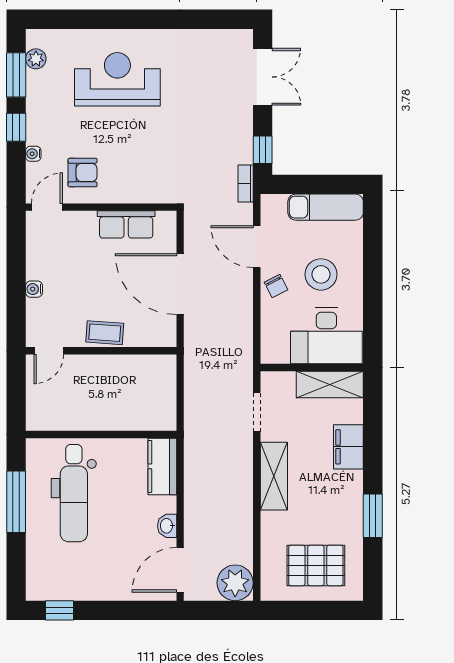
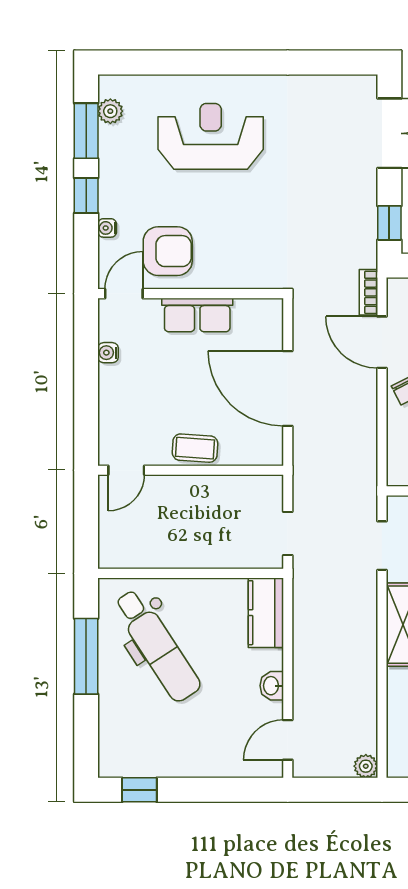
armchair: (83, 173) -> (168, 251), width x1.38, depth x1.38
bookcase: (246, 183) -> (368, 292), moved
row of seats: (126, 224) -> (197, 315), moved
water cooler: (34, 289) -> (108, 353), moved
doorway: (180, 402) -> (288, 534), added
dental chair: (74, 493) -> (157, 645), turned -33
door: (180, 570) -> (288, 740), width x0.73
plant: (235, 583) -> (366, 766), width x0.53, depth x0.53

